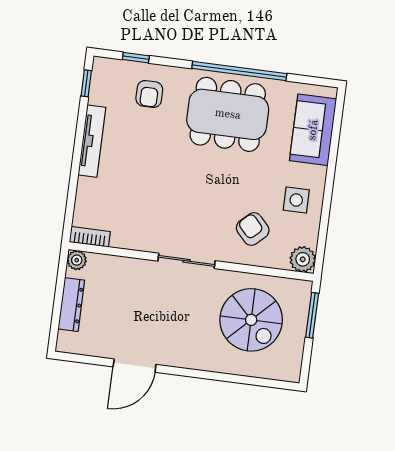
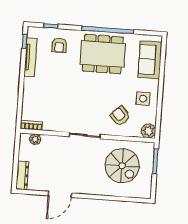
tv unit: (92, 141) -> (31, 57), moved
plant: (77, 260) -> (35, 139), moved
dresser: (71, 305) -> (22, 175), moved

